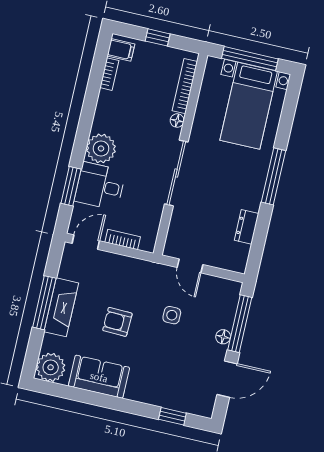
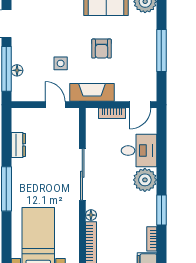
window: (71, 186) -> (161, 210), moved
fireplace: (61, 307) -> (92, 92), moved, turned 90
armchair: (117, 322) -> (101, 49), turned 88
floor lamp: (223, 337) -> (17, 70), moved

